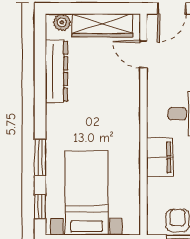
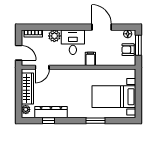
filing cabinet: (160, 157) -> (90, 59), width x0.50
window: (40, 207) -> (49, 121), moved

